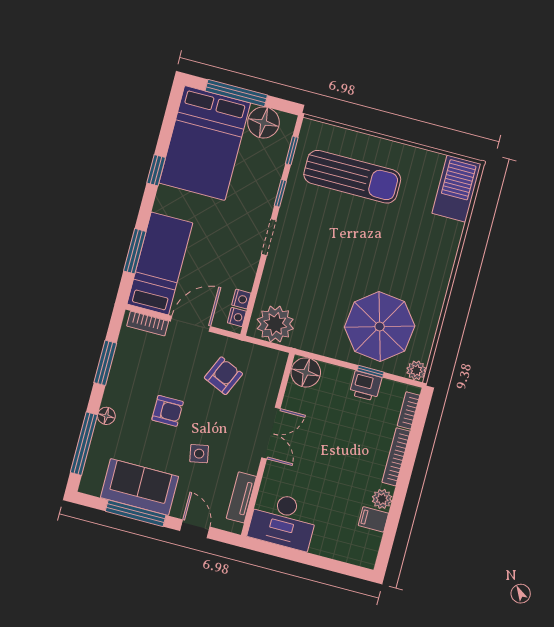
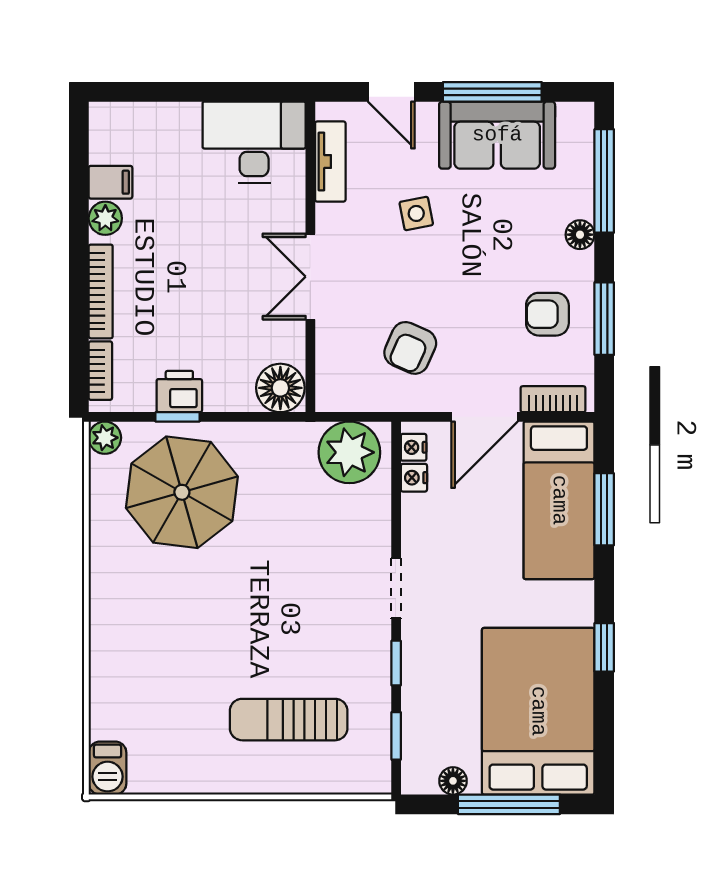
floor lamp: (264, 122) -> (453, 781), width x0.53, depth x0.53
sun lounger: (352, 177) -> (289, 720), width x0.73, depth x0.75
barbecue: (456, 189) -> (108, 768), width x0.53, depth x0.65
armchair: (168, 411) -> (547, 314), moved

